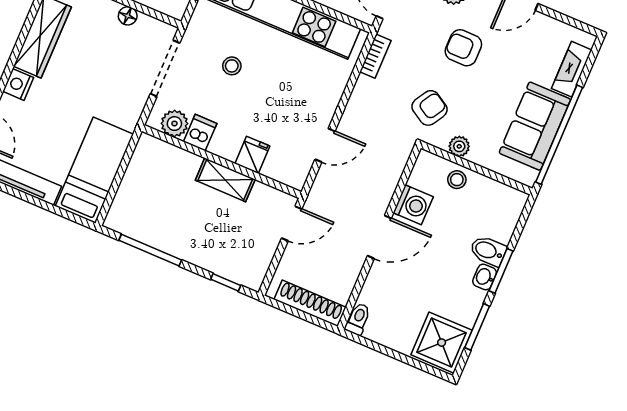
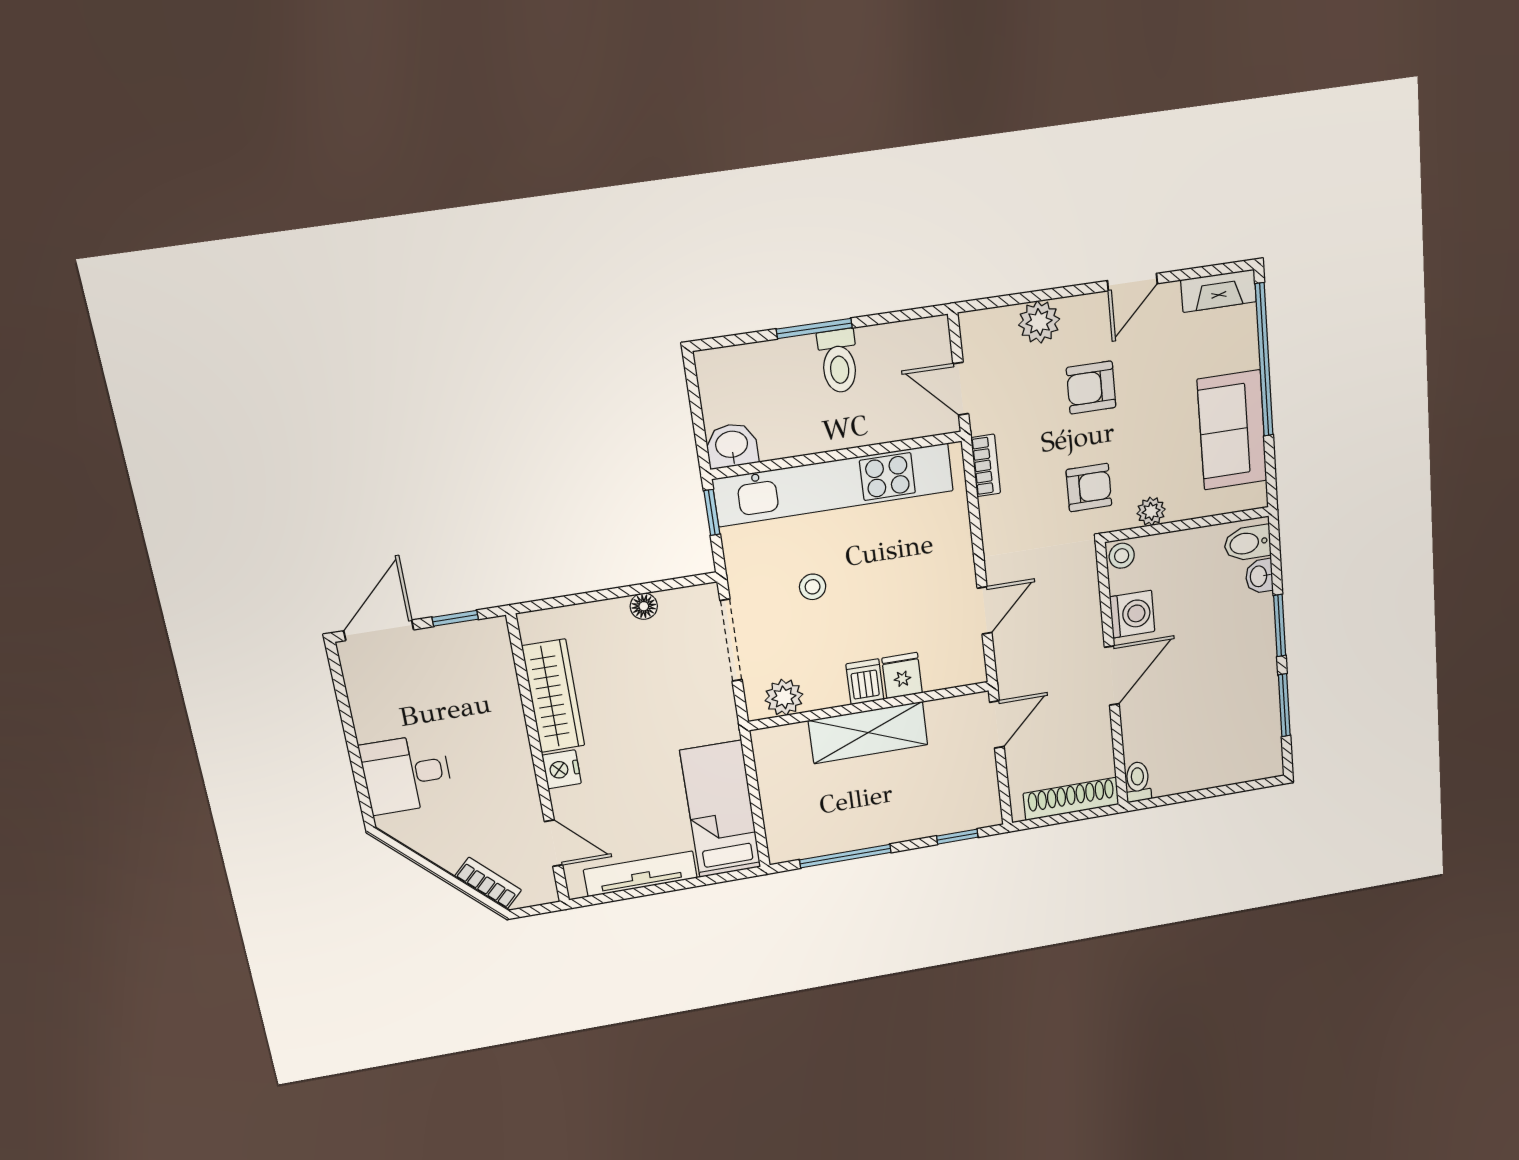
fireplace: (572, 69) -> (1219, 291), moved, turned -90
armchair: (430, 108) -> (1089, 488), turned 59
dishwasher: (200, 133) -> (865, 682), moved
window: (559, 135) -> (1264, 360), moved
shelving: (225, 180) -> (868, 733), width x1.50, depth x1.33
stool: (457, 180) -> (1122, 556), moved
bidet: (488, 251) -> (1247, 543), moved
washbasin: (485, 277) -> (1259, 576), moved
shower: (442, 343) -> (1251, 748), removed

